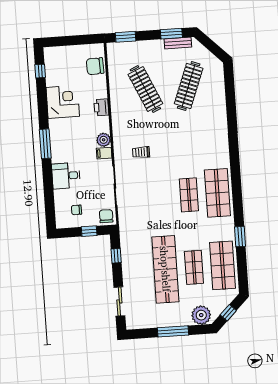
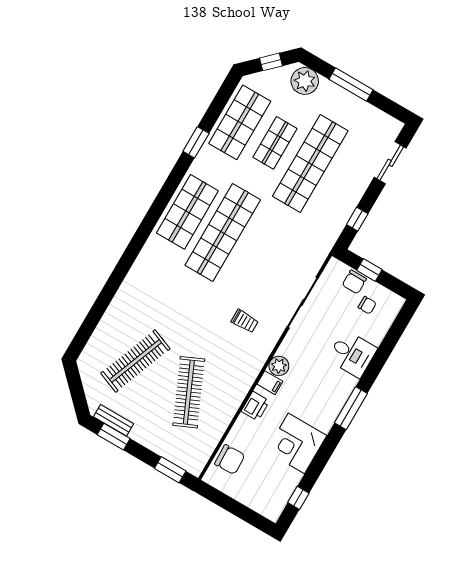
filing cabinet: (104, 153) -> (270, 383), moved
shop shelf: (189, 195) -> (223, 232), width x2.00, depth x1.36
chair: (106, 216) -> (354, 282), moved

